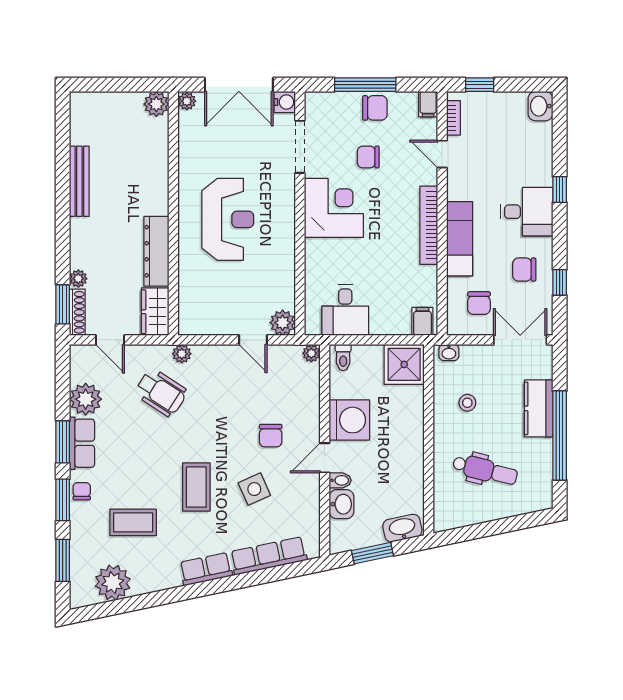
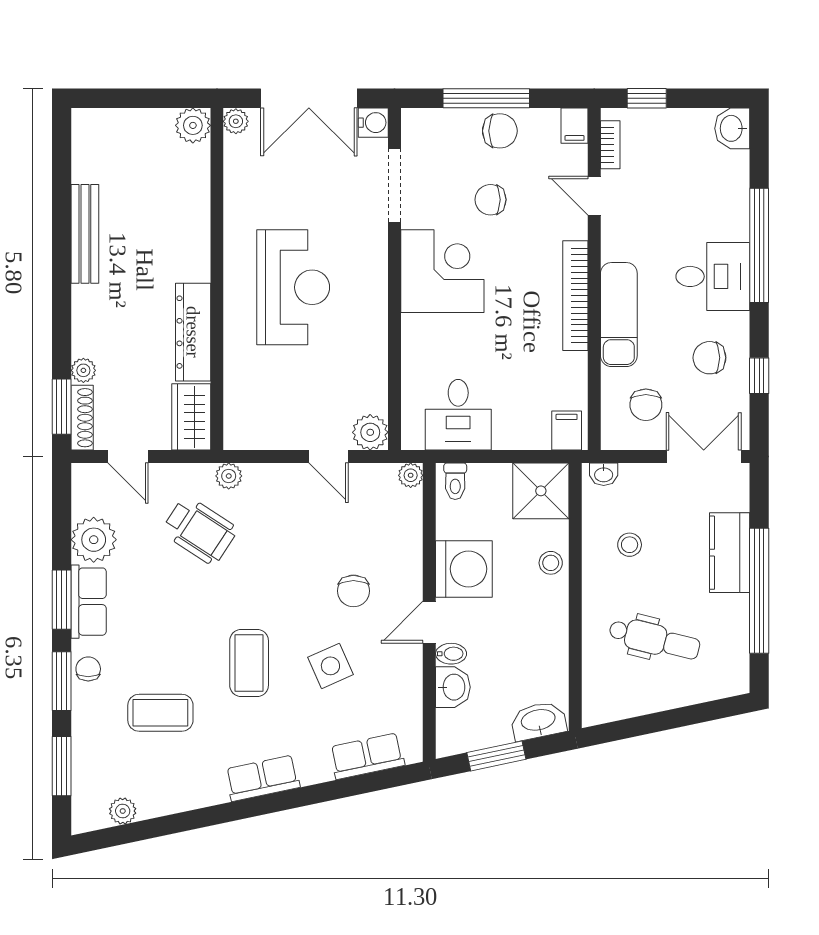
window: (560, 189) -> (759, 245), width x3.17
stool: (411, 416) -> (551, 563), added
row of seats: (269, 556) -> (367, 756), width x0.68
plant: (113, 583) -> (123, 811), width x0.53, depth x0.53

